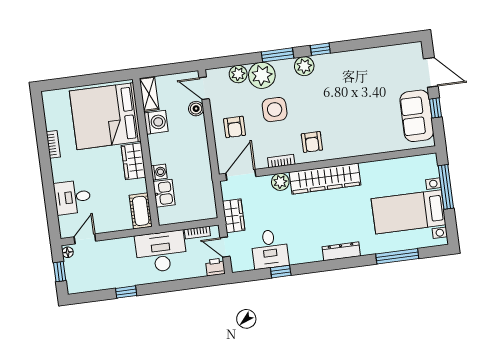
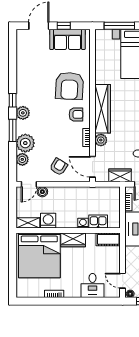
side table: (275, 110) -> (50, 137), removed
armchair: (235, 127) -> (59, 167), turned -58
armchair: (351, 127) -> (69, 86), added

